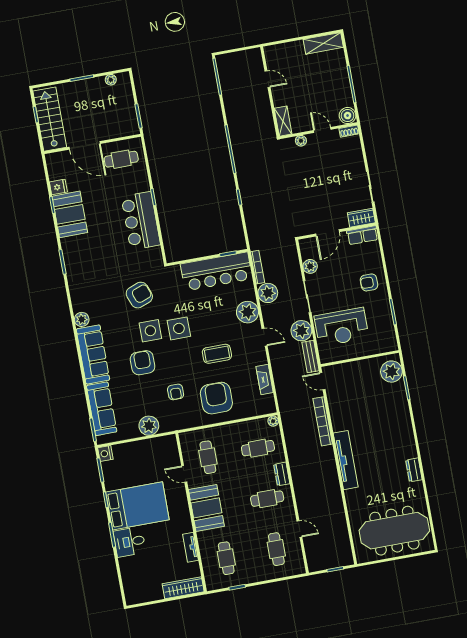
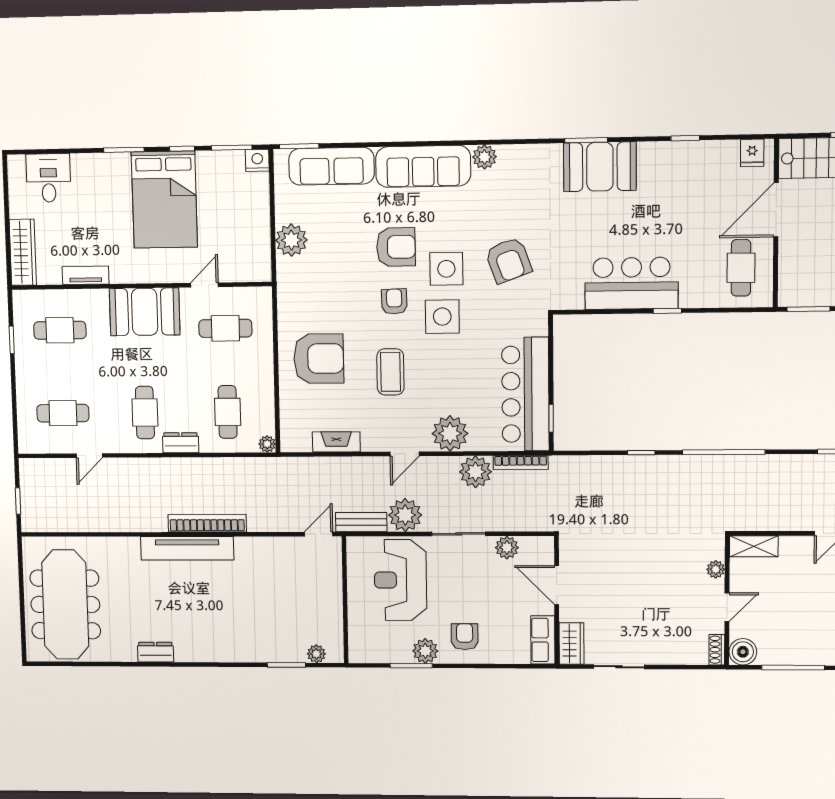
fridge: (58, 187) -> (752, 153), moved
booth: (70, 214) -> (600, 167), moved
plant: (382, 305) -> (425, 651), added
plant: (391, 372) -> (316, 654), width x0.53, depth x0.53
armchair: (176, 392) -> (394, 302), moved, turned 88
bookcase: (323, 421) -> (207, 523), moved
desk: (130, 542) -> (49, 178), moved

